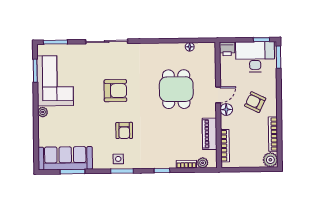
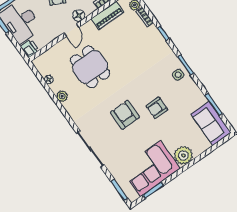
plant: (168, 48) -> (62, 96), added
dining table: (176, 89) -> (90, 67), turned 90
door: (218, 95) -> (72, 30), swing flipped
plant: (43, 112) -> (183, 155), width x1.87, depth x1.87
armchair: (124, 130) -> (157, 108), moved, turned 180
sofa: (65, 158) -> (211, 123), width x0.73

